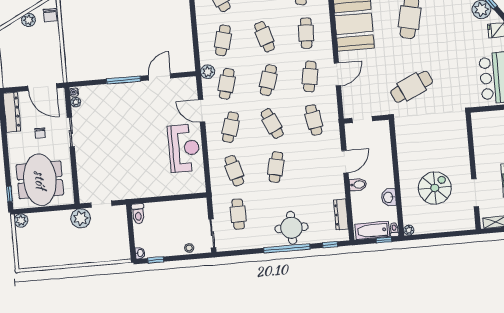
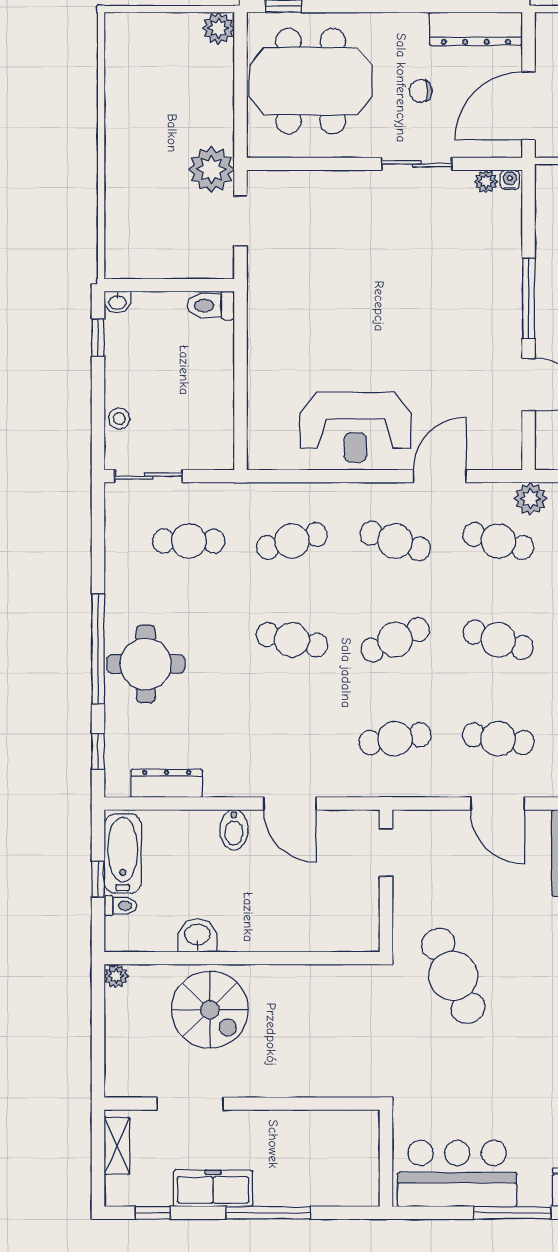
wall: (397, 178) -> (242, 958), moved
washbasin: (389, 197) -> (197, 935), moved
plant: (409, 230) -> (116, 976), moved

